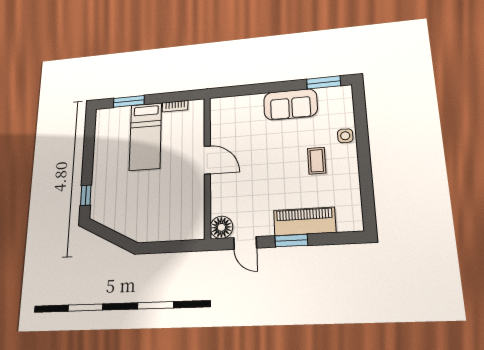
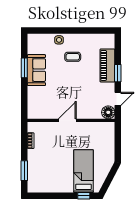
window: (324, 82) -> (24, 68), moved
bed: (145, 136) -> (83, 171), moved, turned -90

